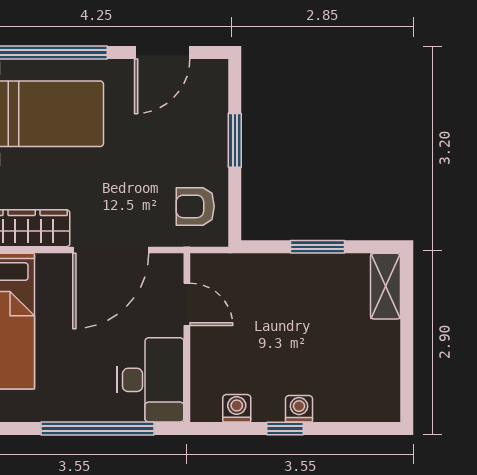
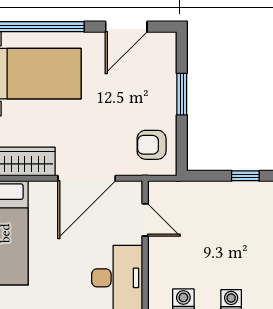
window: (318, 247) -> (245, 176), width x0.67

